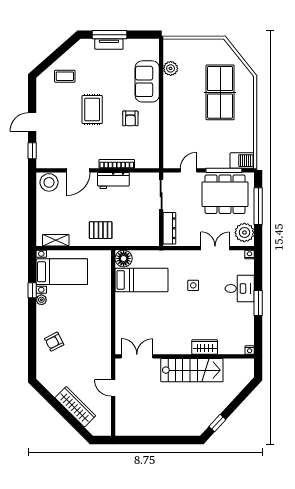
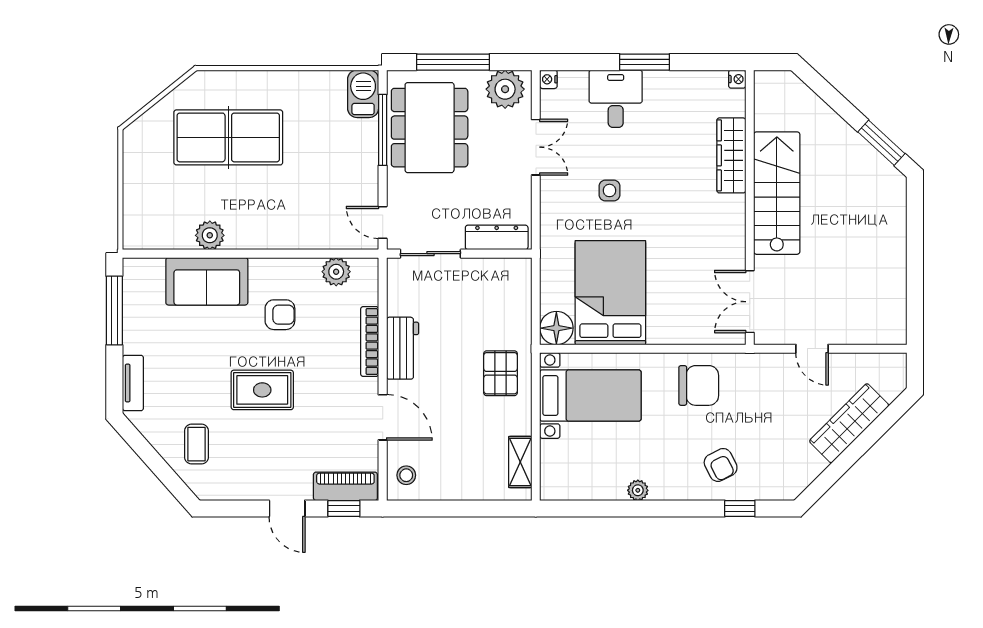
window: (109, 35) -> (114, 310), moved
tv unit: (109, 44) -> (133, 383), moved
plant: (171, 68) -> (210, 235), moved
plant: (152, 147) -> (336, 272), added
piano: (43, 152) -> (345, 486), added
door: (189, 170) -> (383, 222), moved
stool: (49, 182) -> (406, 475), width x0.53, depth x0.53
double door: (215, 248) -> (536, 147), swing flipped
bed with nightstands: (62, 272) -> (590, 396), moved, turned 90
bed: (141, 280) -> (610, 293), width x1.50
window: (32, 290) -> (740, 509), moved
chair: (94, 331) -> (699, 385), added
wardrobe: (205, 347) -> (731, 155), width x1.50
door: (113, 388) -> (812, 349), hinge flipped
window: (217, 423) -> (881, 143), width x1.50

